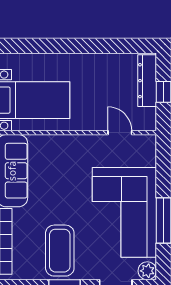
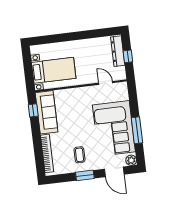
coffee table: (60, 251) -> (80, 155), width x0.54, depth x0.58

